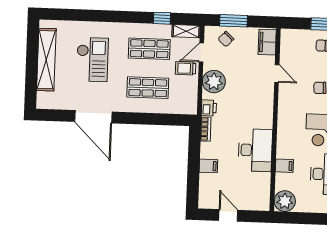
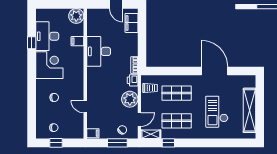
filing cabinet: (267, 42) -> (93, 133), width x0.50
trolley: (186, 68) -> (150, 88), moved
filing cabinet: (208, 166) -> (132, 23), moved, width x2.00

